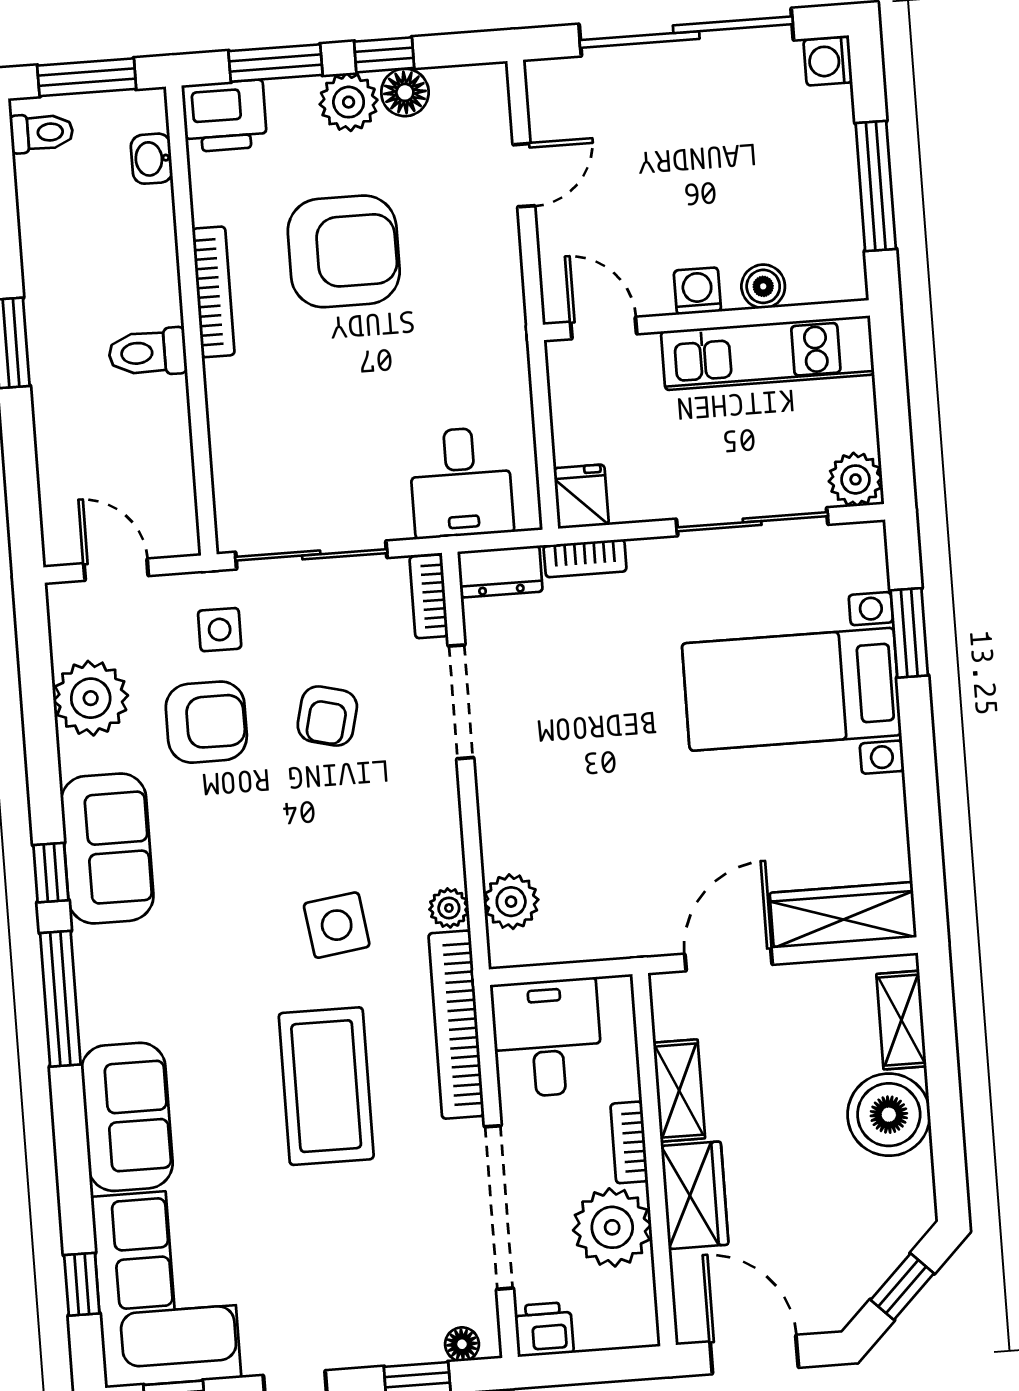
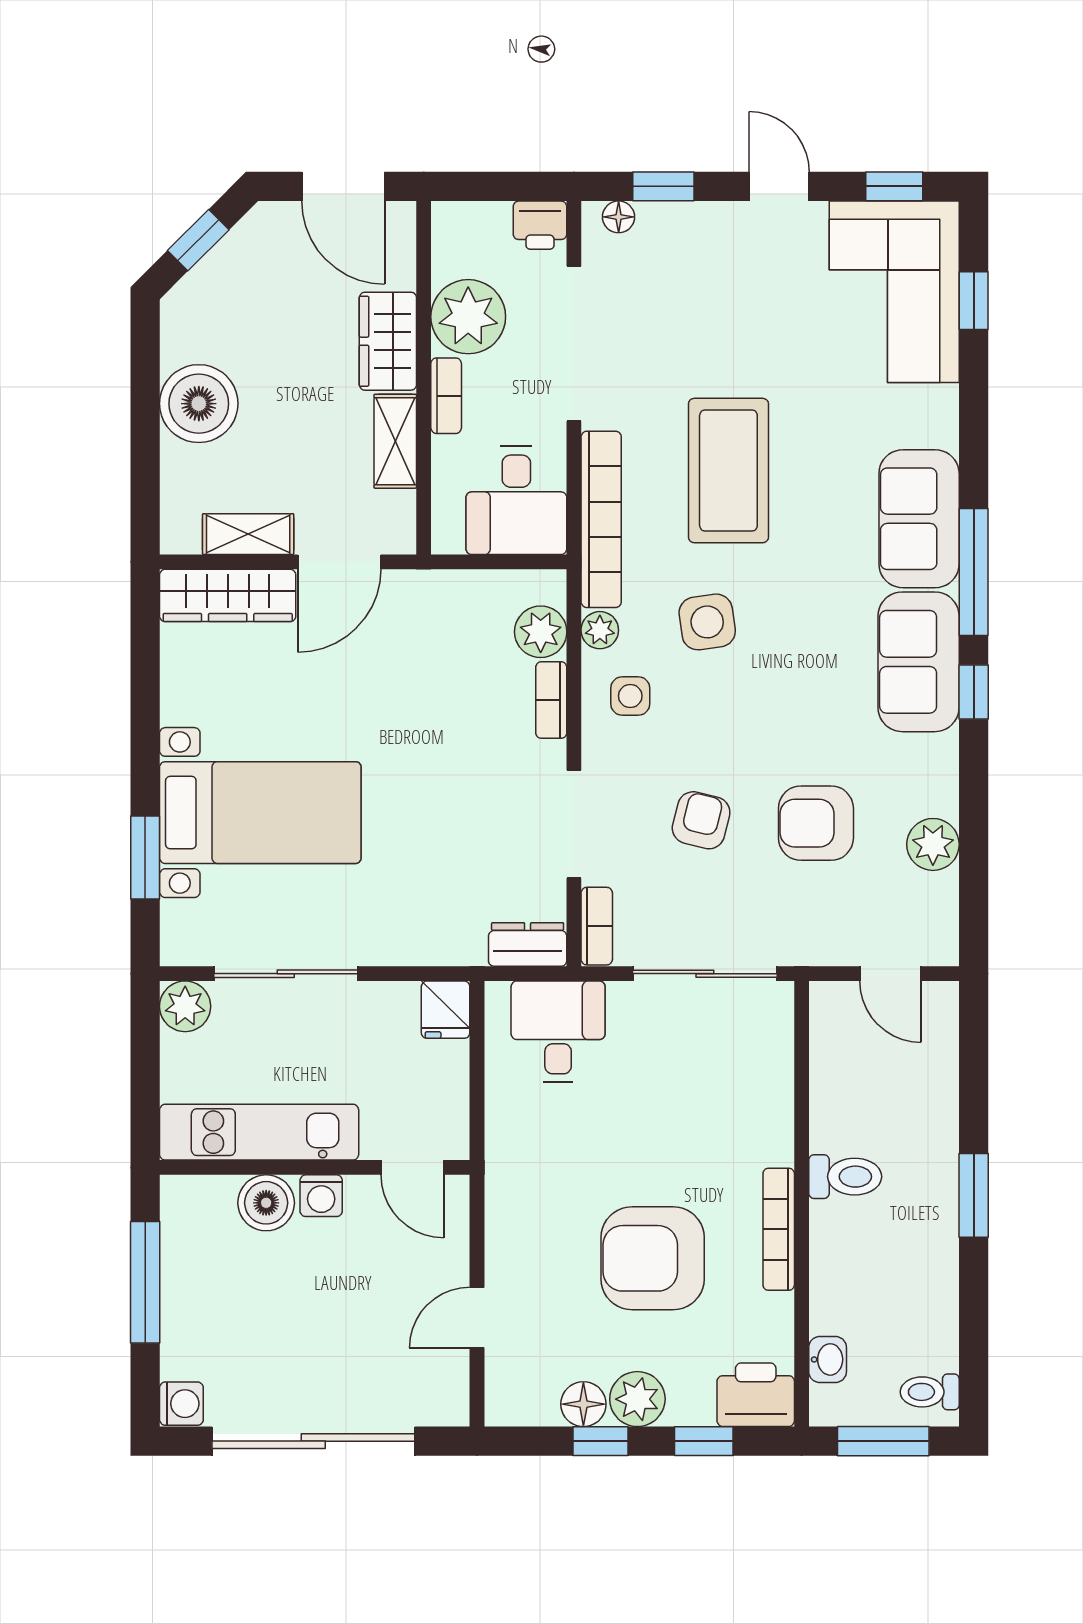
window: (276, 63) -> (704, 1441), width x0.67
boiler: (763, 286) -> (266, 1203), width x1.36, depth x1.36
bookcase: (585, 558) -> (551, 700), moved, turned -90
side table: (220, 630) -> (630, 696), moved
plant: (91, 698) -> (933, 844), width x0.73, depth x0.73
sofa: (107, 848) -> (919, 662), moved
shelving: (901, 1020) -> (248, 534), moved, turned 90
sofa: (127, 1117) -> (919, 519), moved

